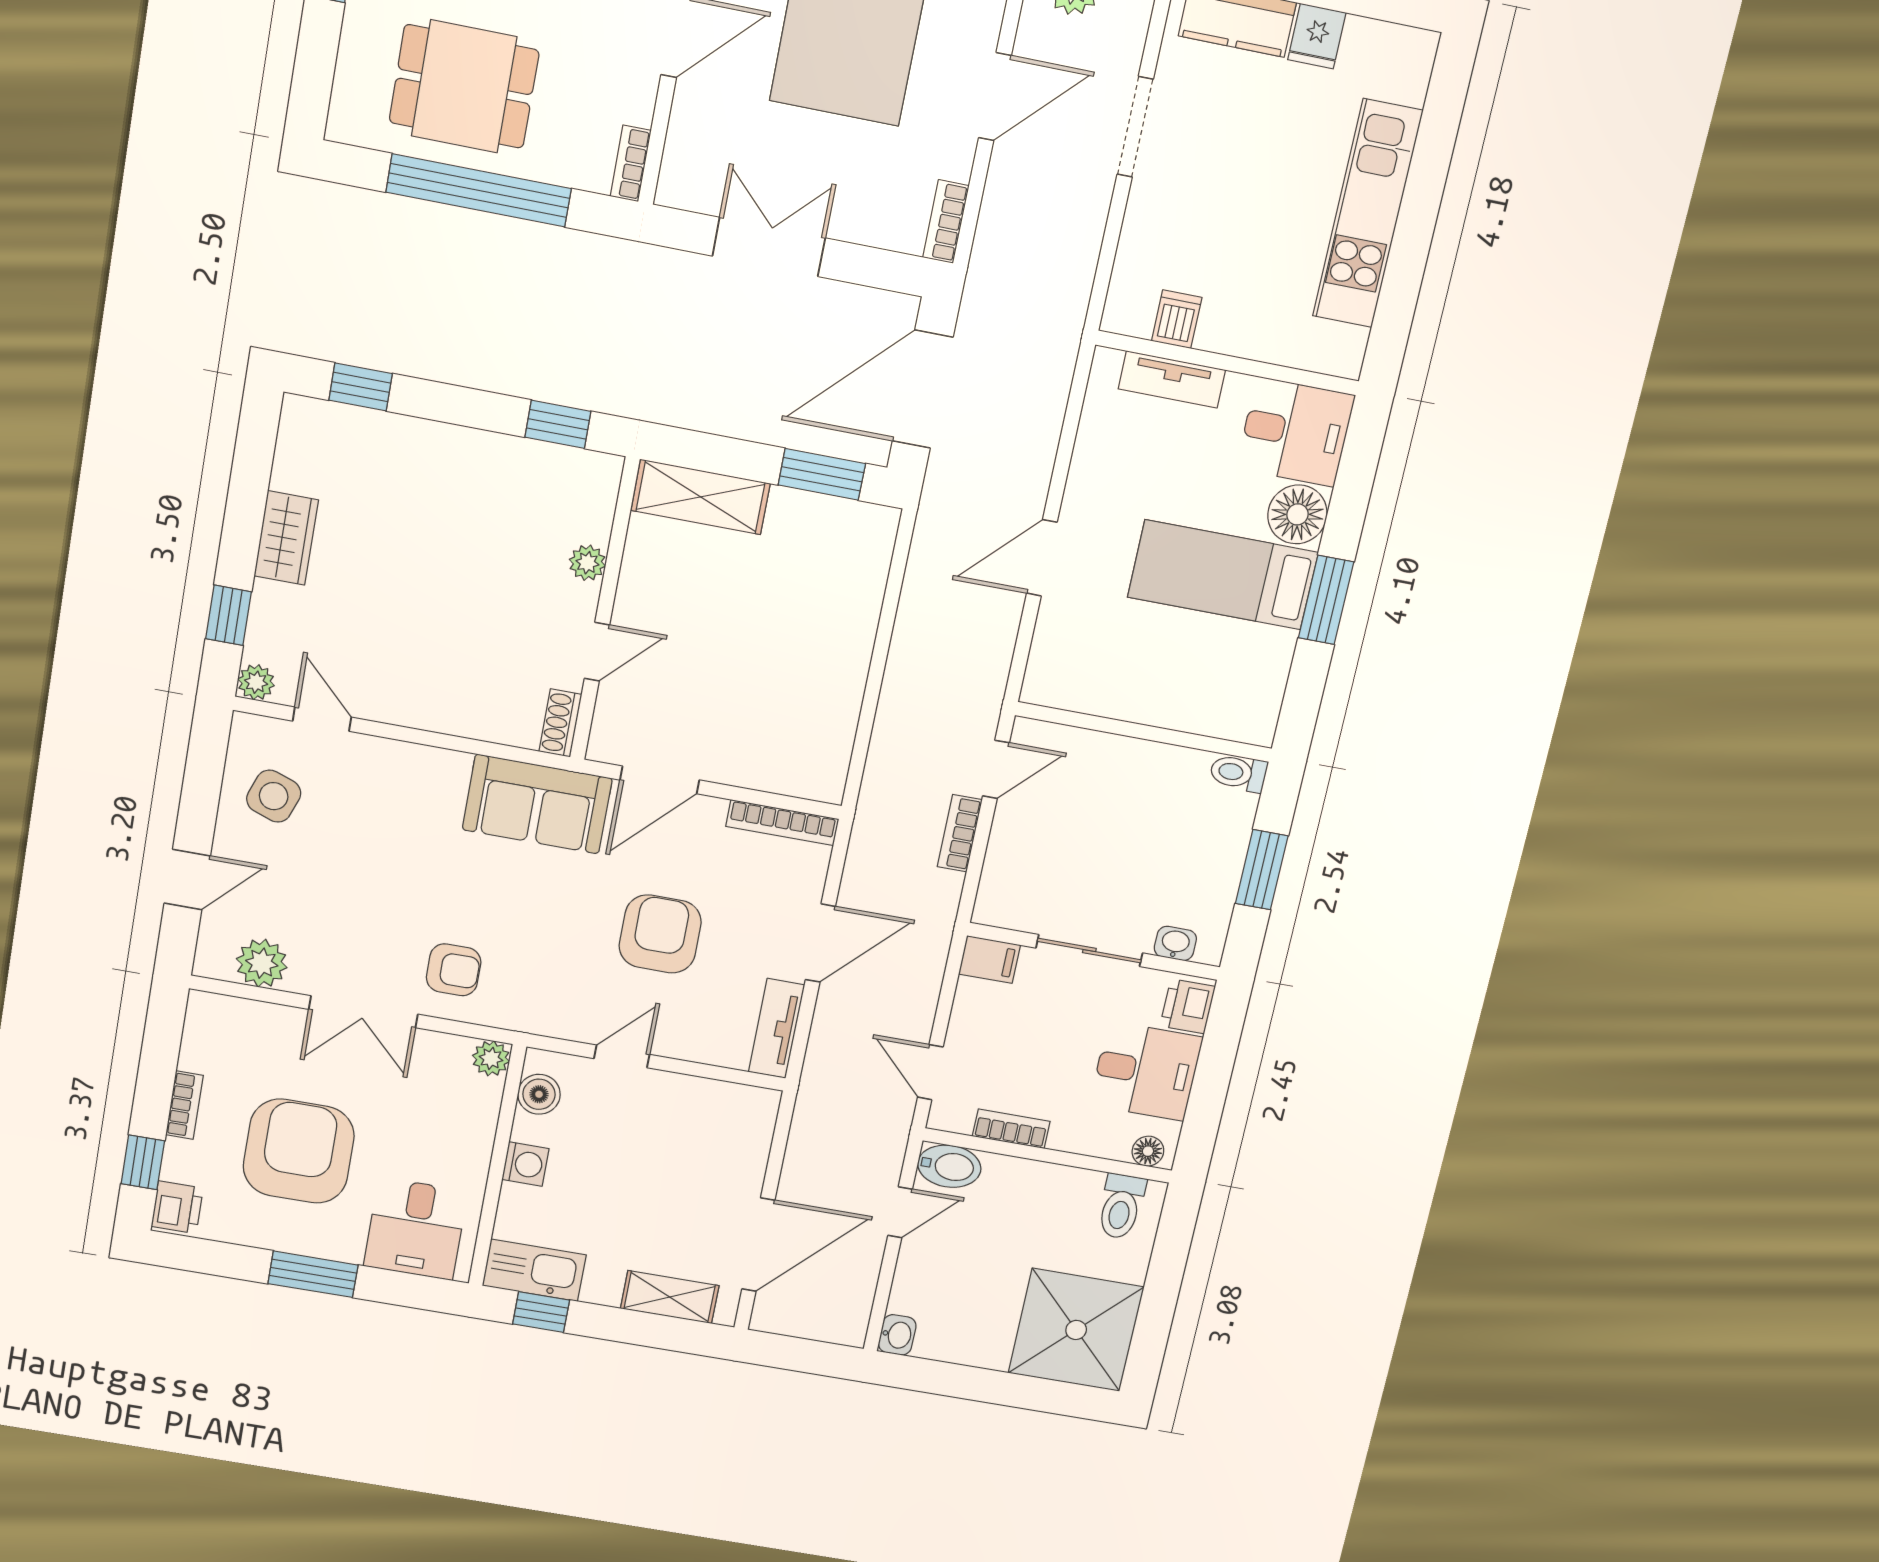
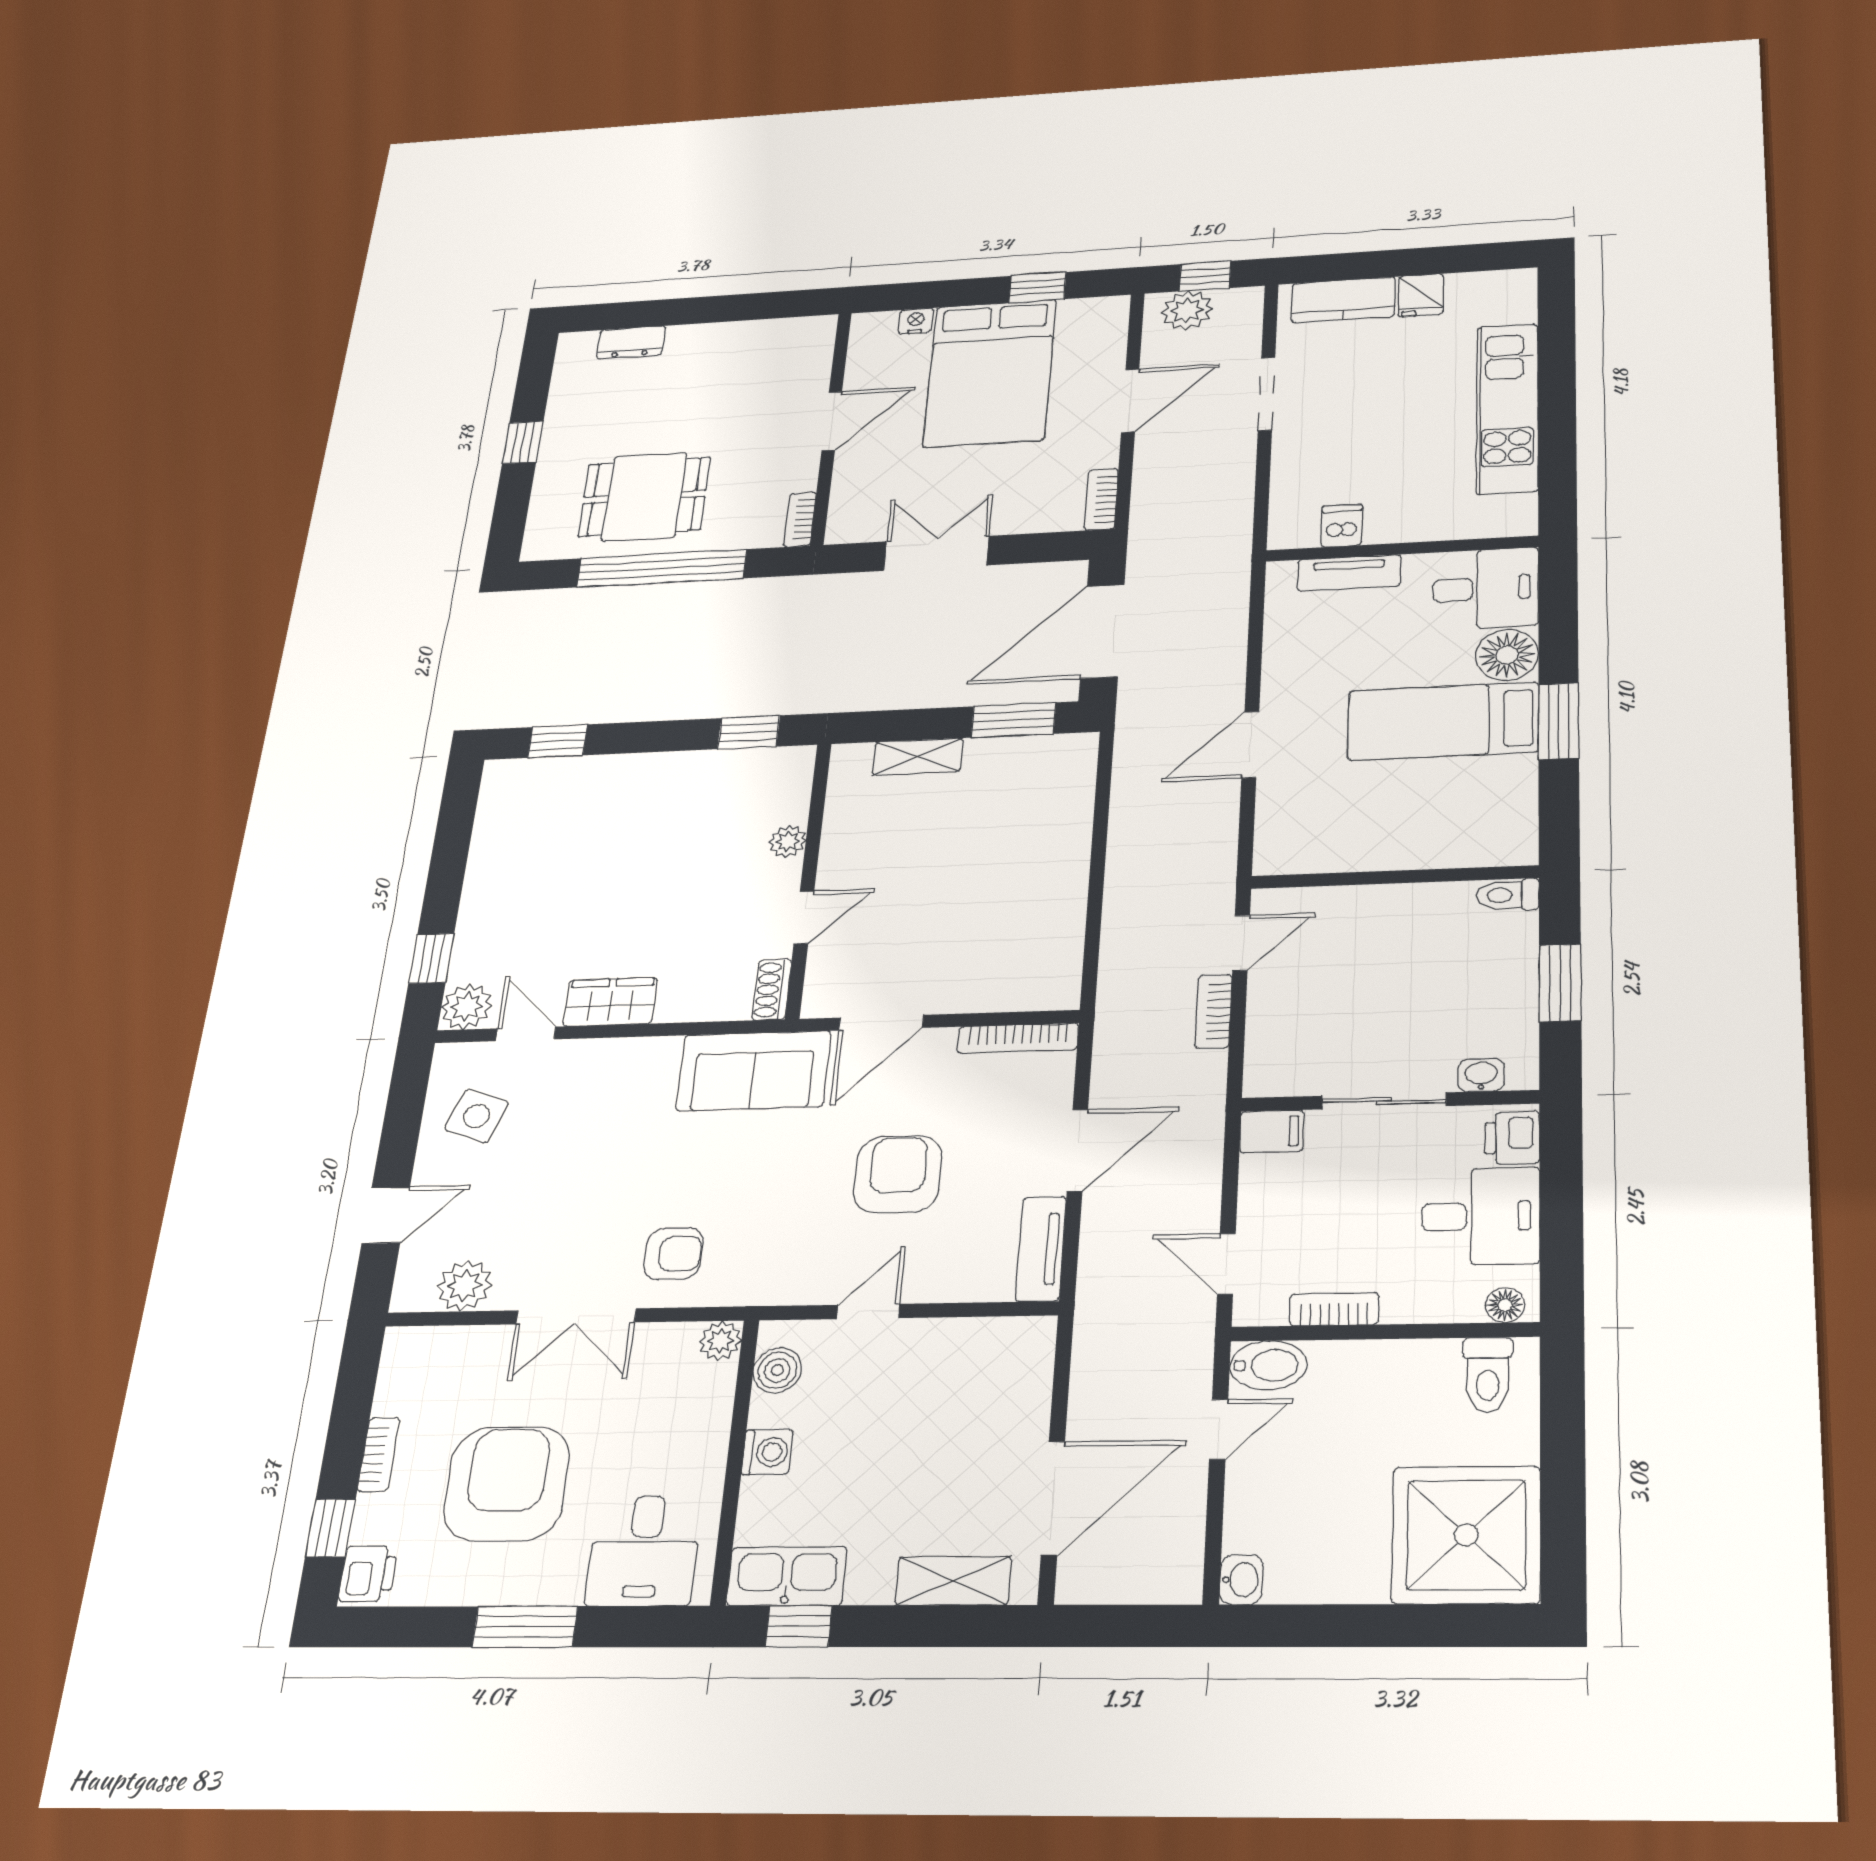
shelving: (701, 497) -> (918, 757), width x0.67, depth x0.75
wardrobe: (286, 538) -> (610, 1002), moved, turned -90
plant: (256, 682) -> (467, 1007), width x1.38, depth x1.38

